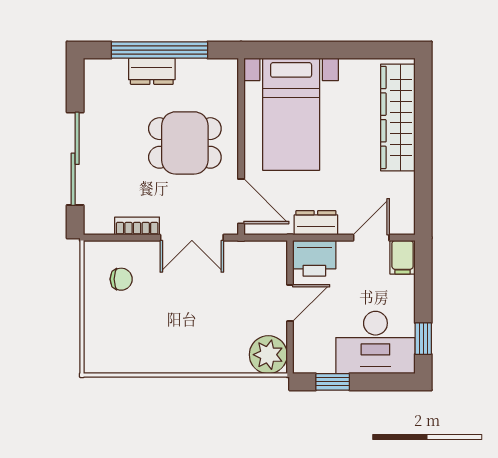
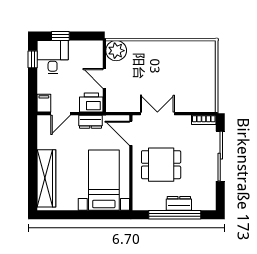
bookcase: (137, 226) -> (204, 120), moved
chair: (121, 279) -> (195, 91), removed
door: (290, 303) -> (104, 78), hinge flipped
desk: (375, 343) -> (53, 57), width x0.73
window: (333, 382) -> (60, 36), moved

